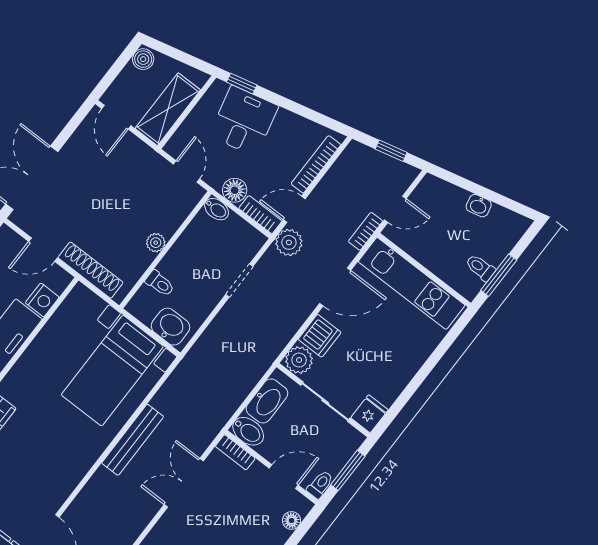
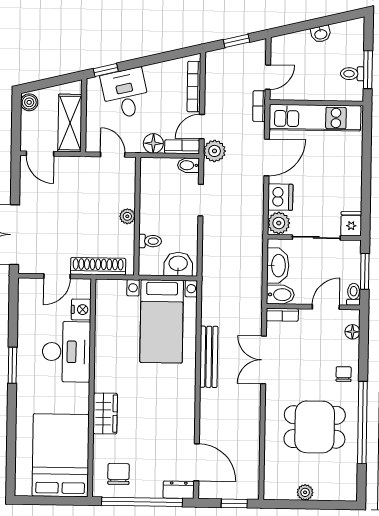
bidet: (217, 209) -> (188, 165), moved, turned 180

